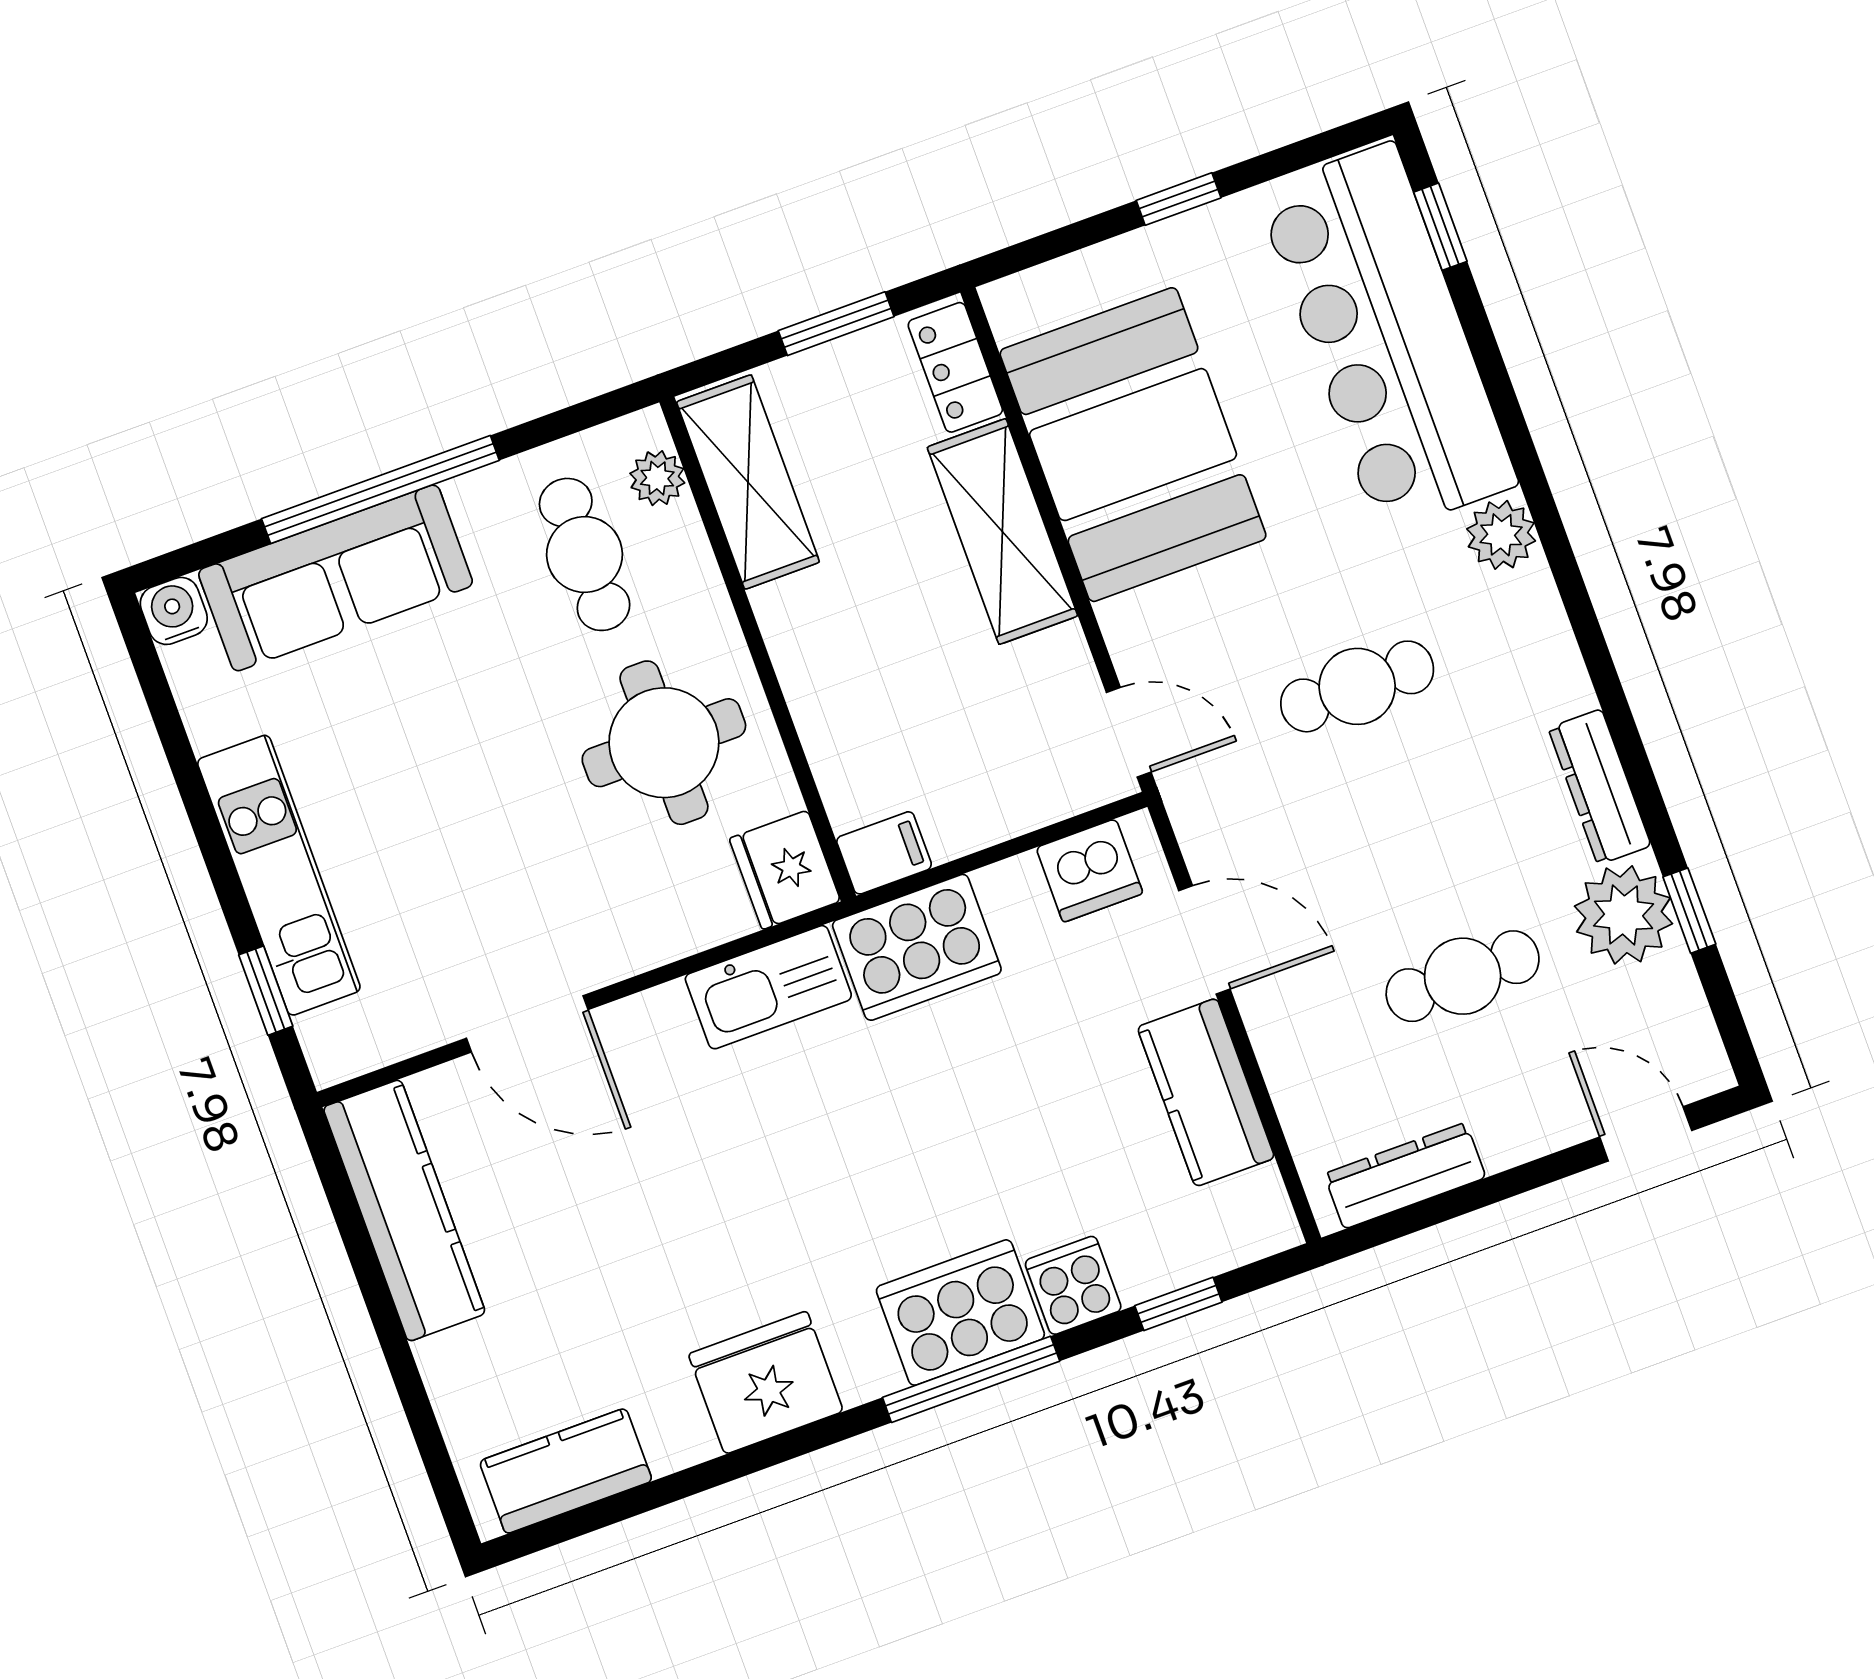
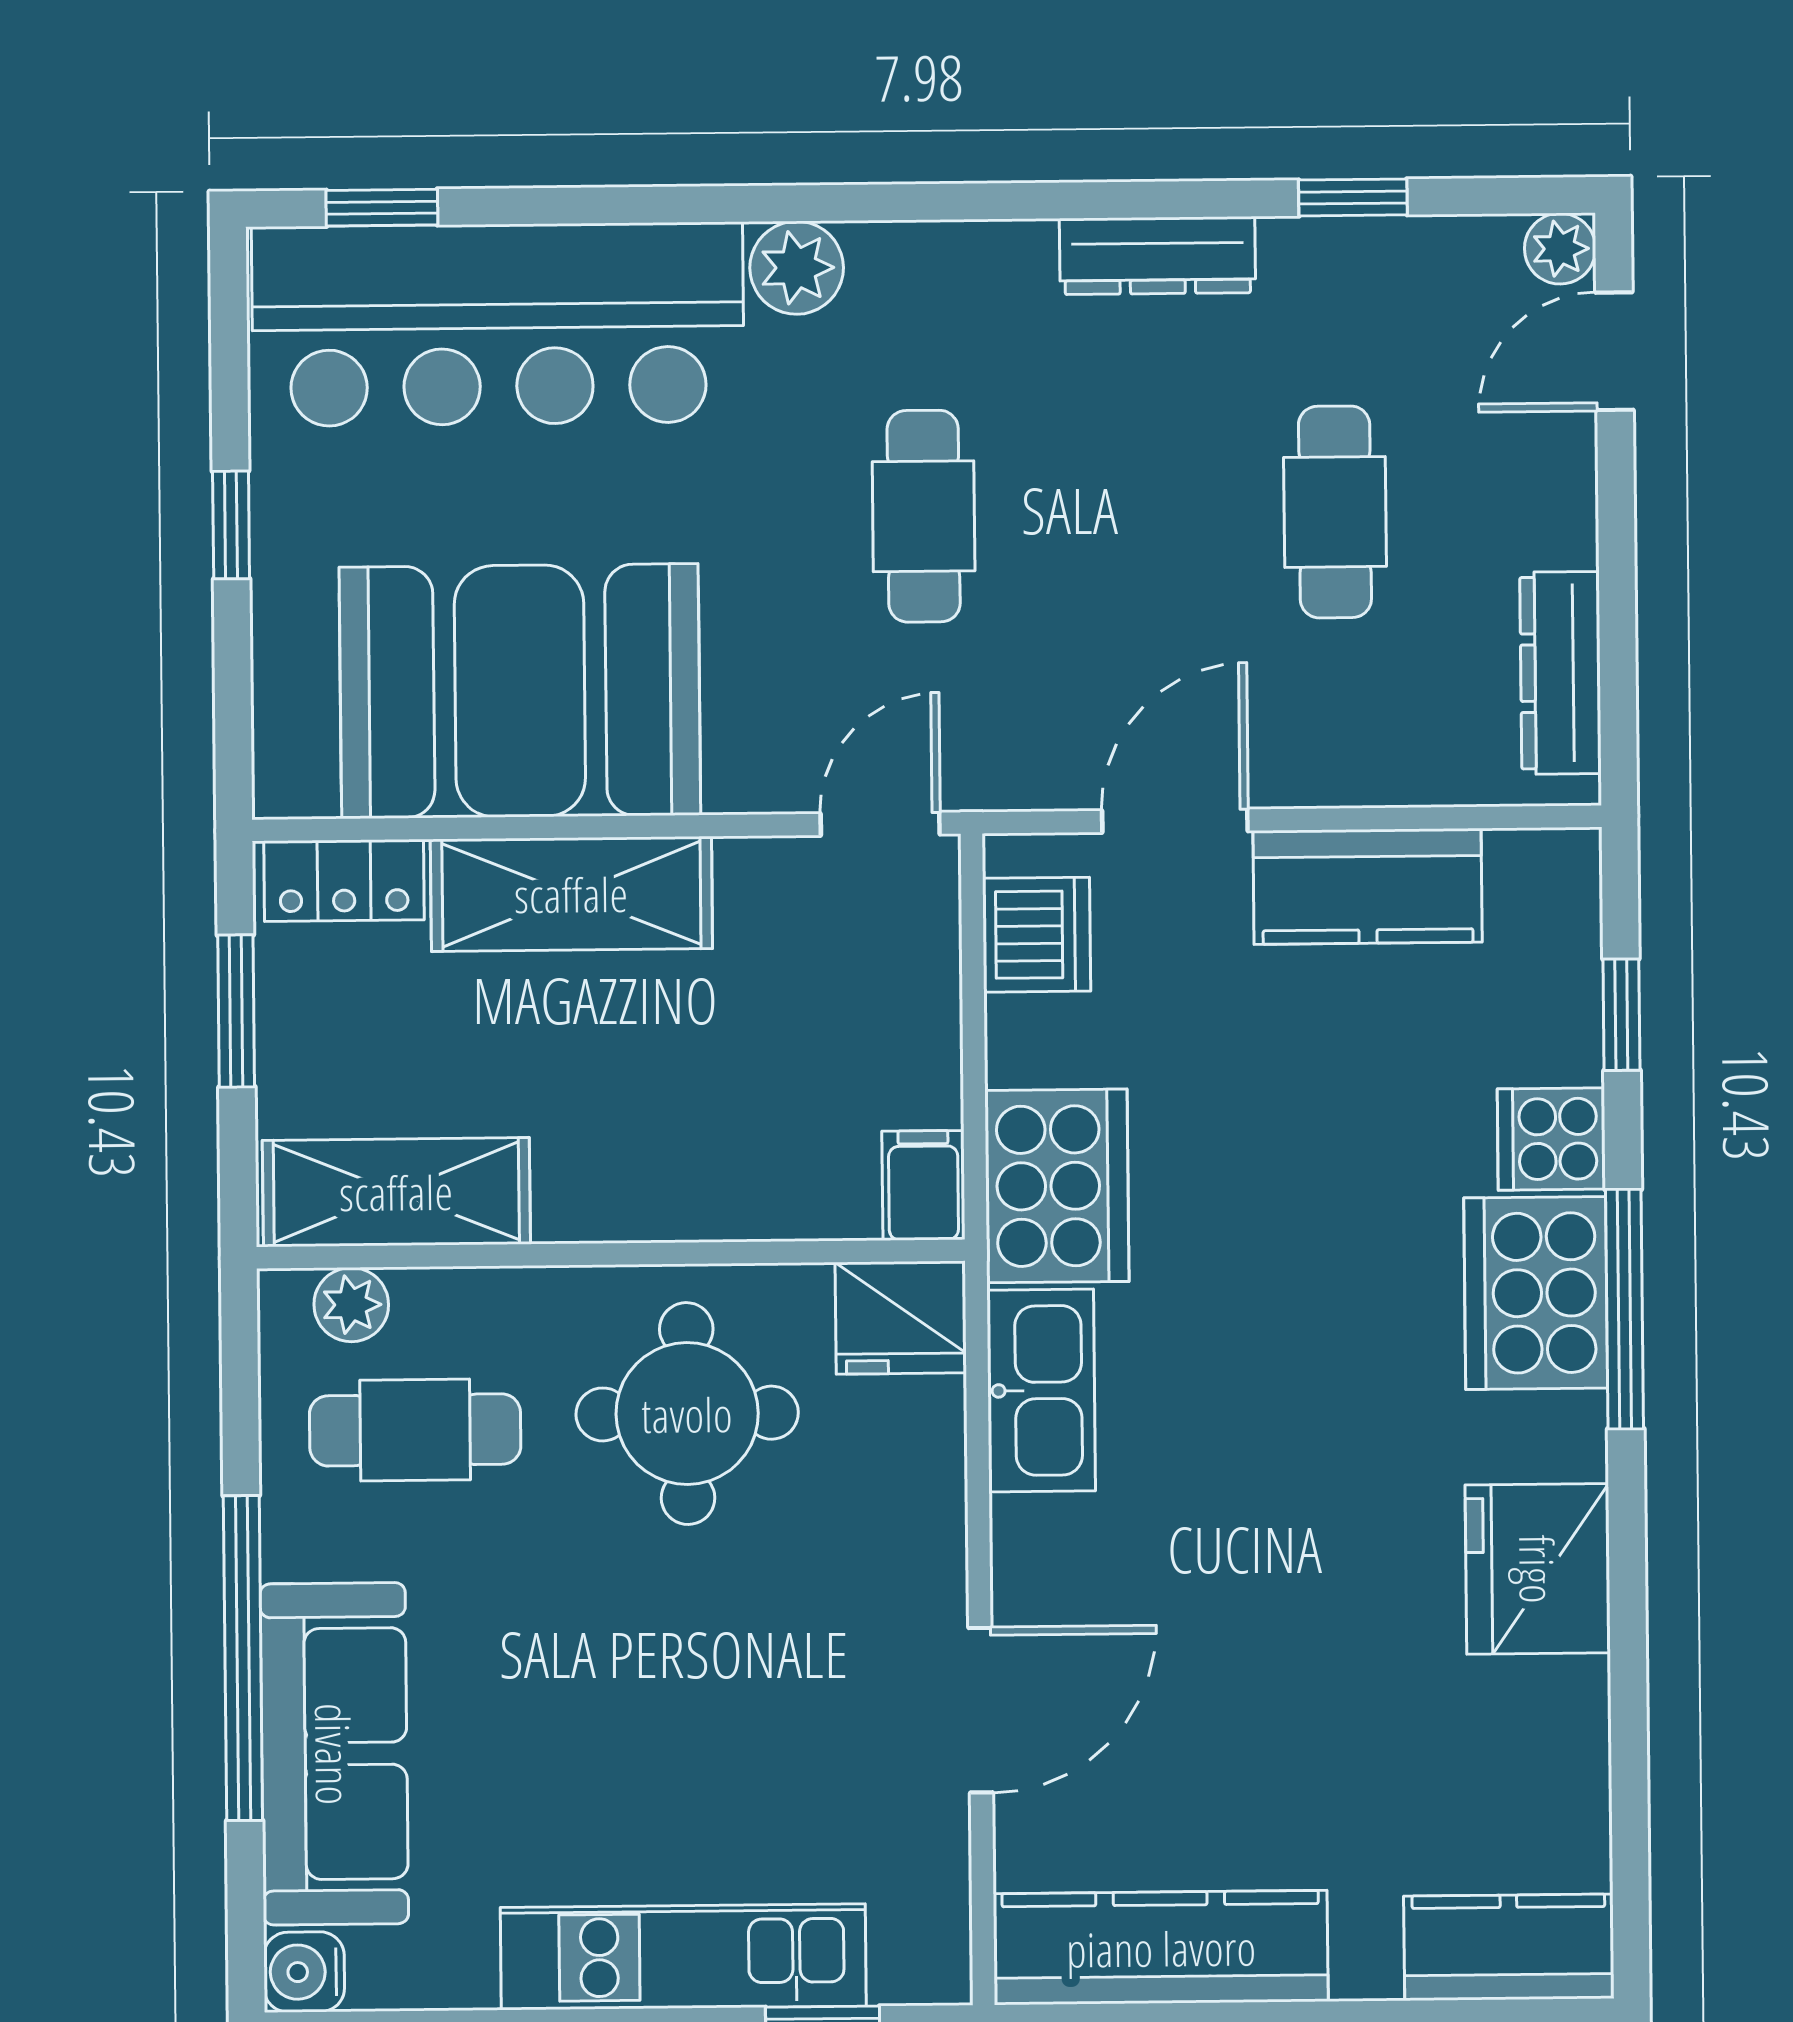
plant: (1624, 915) -> (1560, 249), moved, width x0.53, depth x0.53
kitchen counter: (566, 1471) -> (1509, 1947), moved, turned 90

